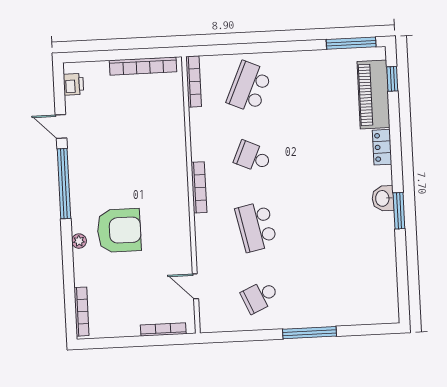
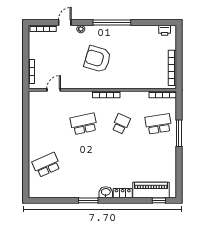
window: (351, 43) -> (179, 133), moved
school desk: (249, 87) -> (158, 124), turned -33
door: (61, 127) -> (65, 22), moved
washbasin: (383, 198) -> (106, 192), moved
armchair: (119, 230) -> (98, 59), moved, turned 107
school desk: (260, 296) -> (46, 165), moved, width x1.85
window: (309, 333) -> (26, 149), removed

